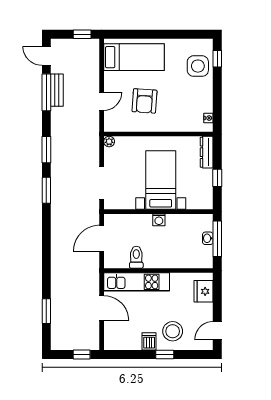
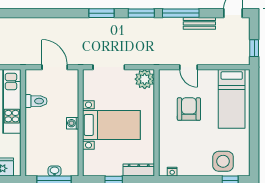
window: (46, 92) -> (181, 13), moved
armchair: (144, 101) -> (189, 109), turned 86
plant: (109, 142) -> (145, 79), width x1.87, depth x1.87

